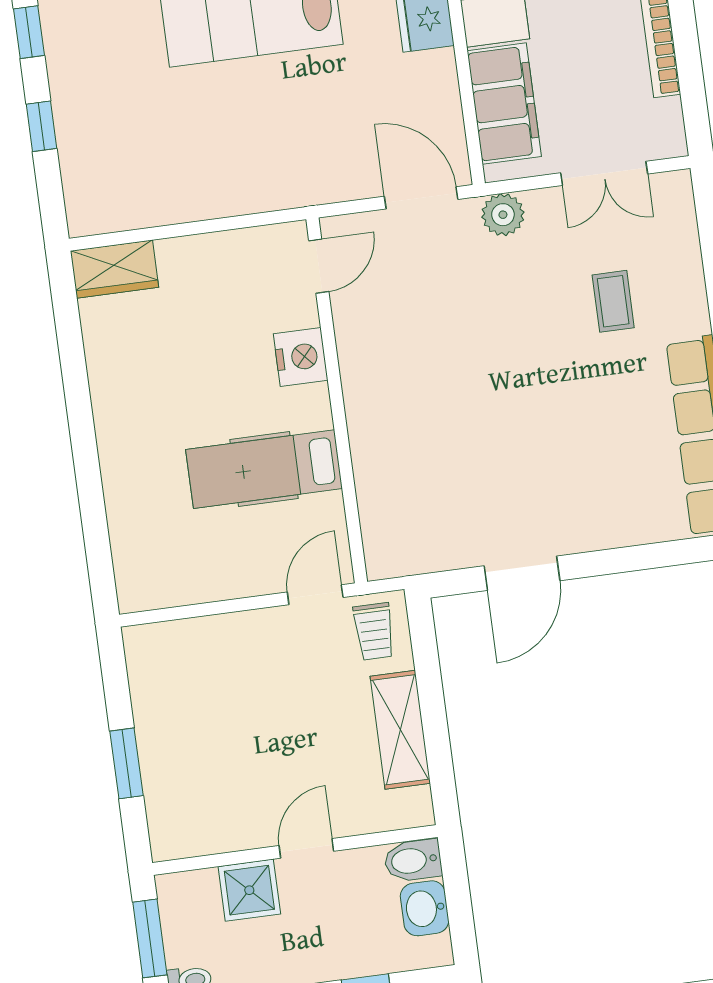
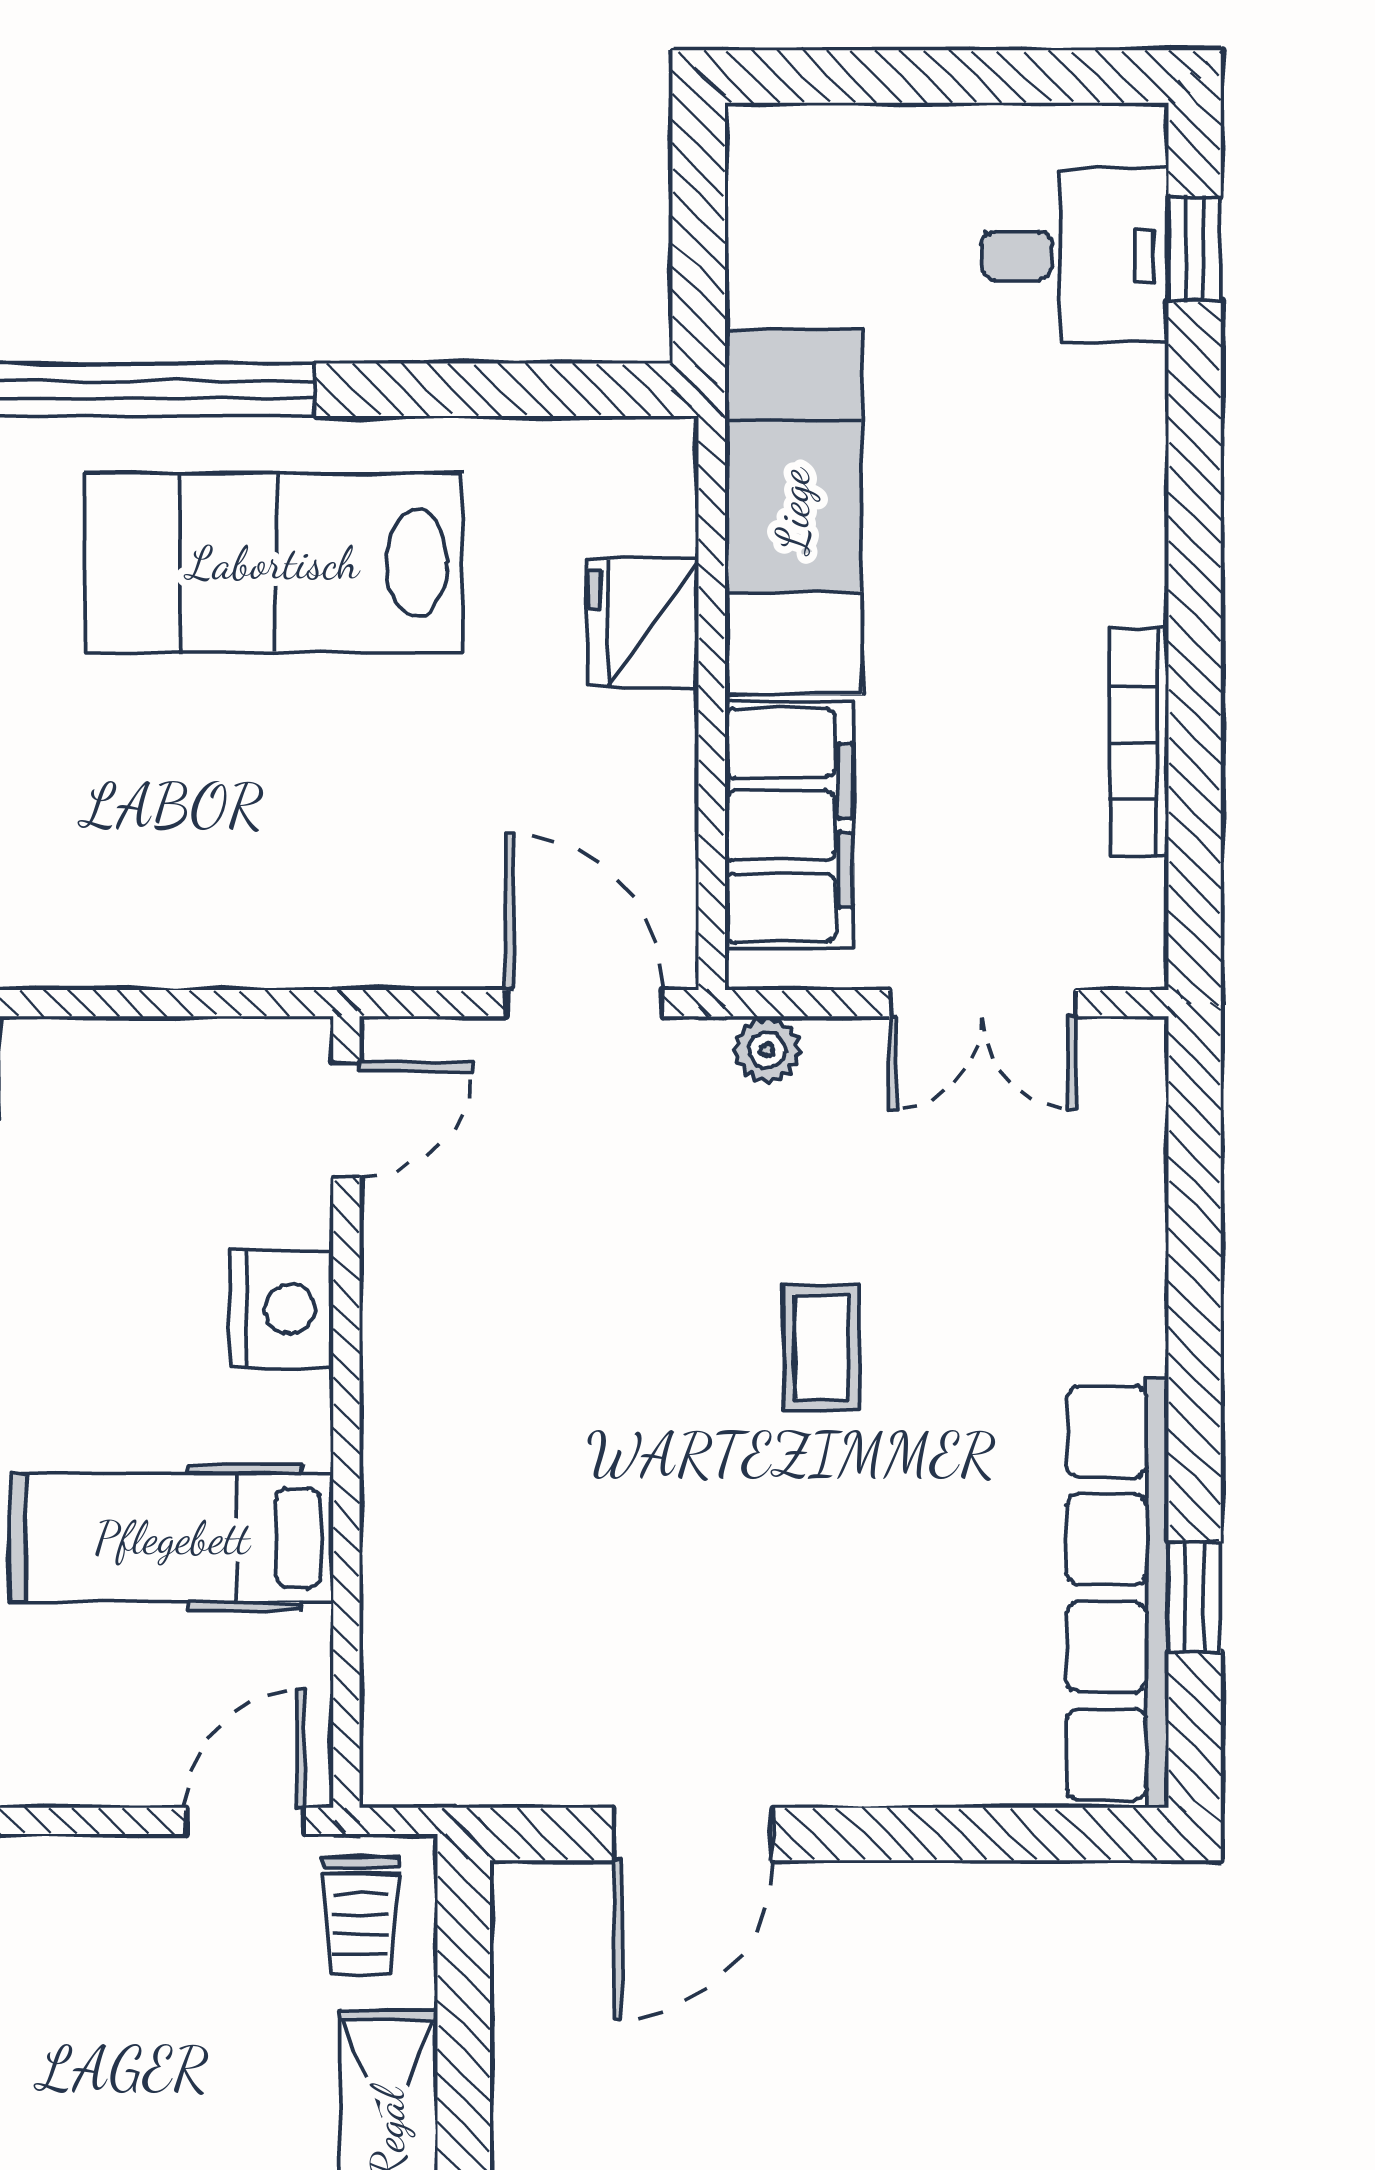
plant: (503, 215) -> (767, 1050), width x0.73, depth x0.73
coffee table: (613, 301) -> (821, 1347), moved

